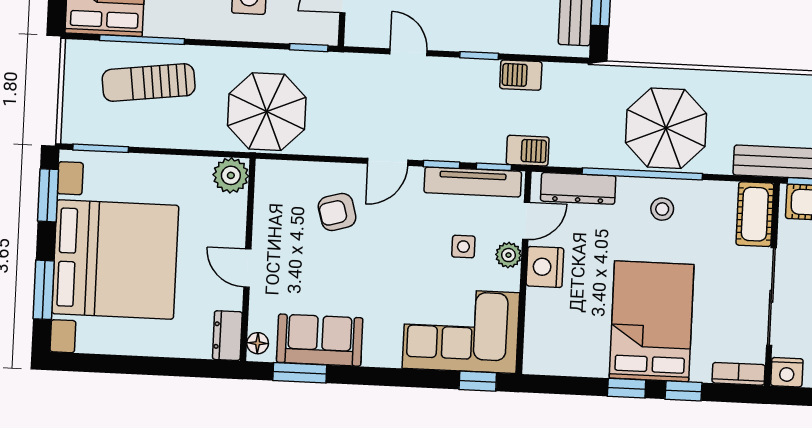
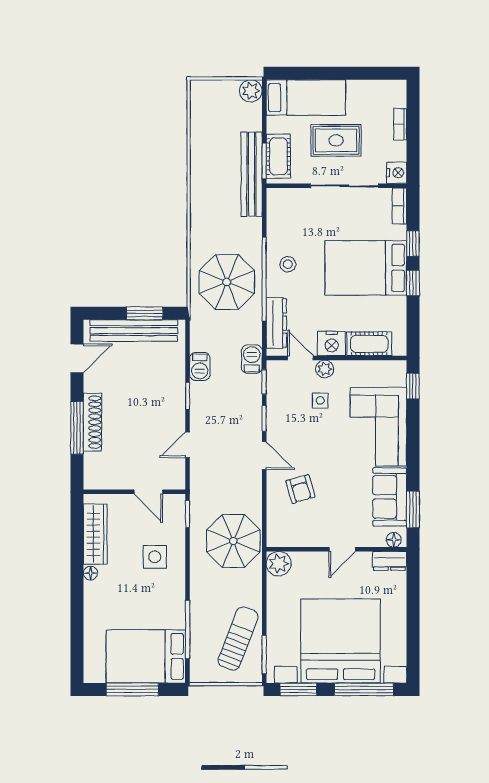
sun lounger: (149, 83) -> (238, 639), moved, turned -152
parasol: (666, 128) -> (227, 282), moved
tv unit: (473, 182) -> (275, 396), removed
cot: (755, 214) -> (369, 344), moved
window: (44, 290) -> (364, 689), width x1.44
corner sofa: (461, 331) -> (378, 427), moved

